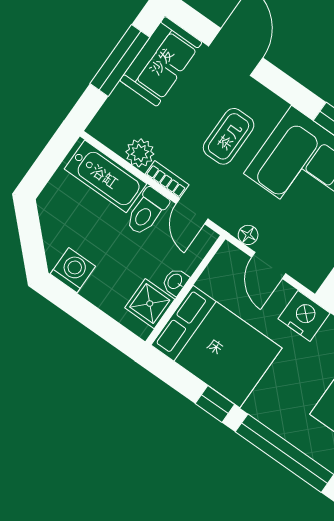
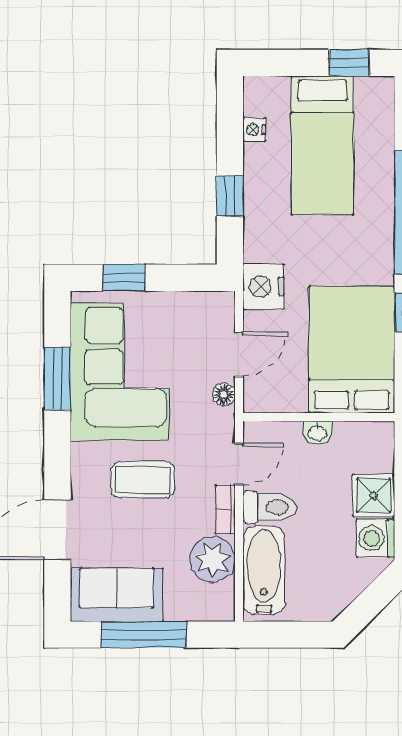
plant: (140, 153) -> (212, 559), width x1.36, depth x1.36
shower: (150, 304) -> (374, 495), moved

